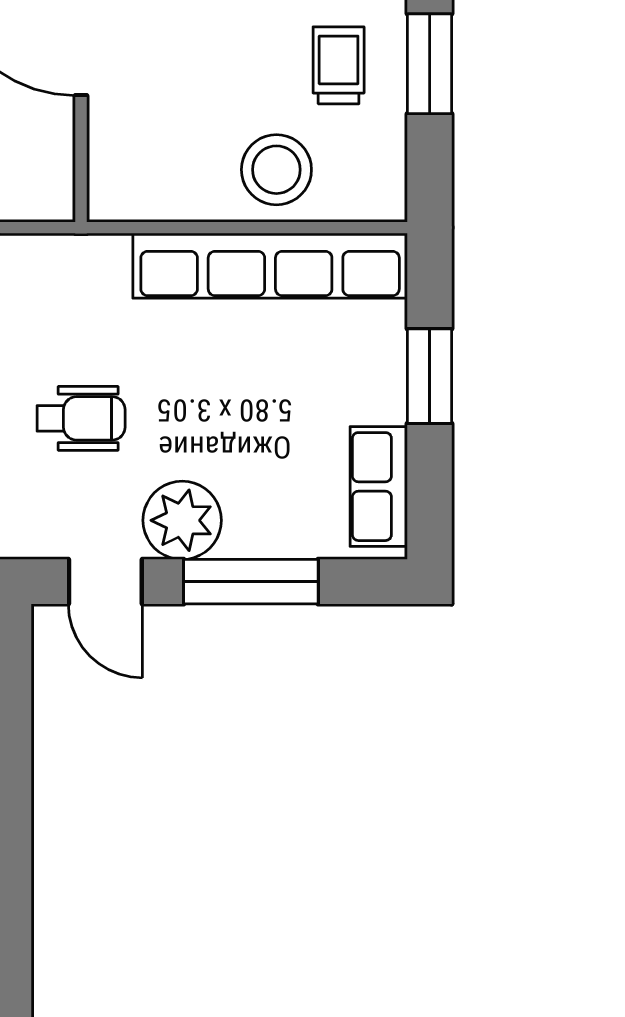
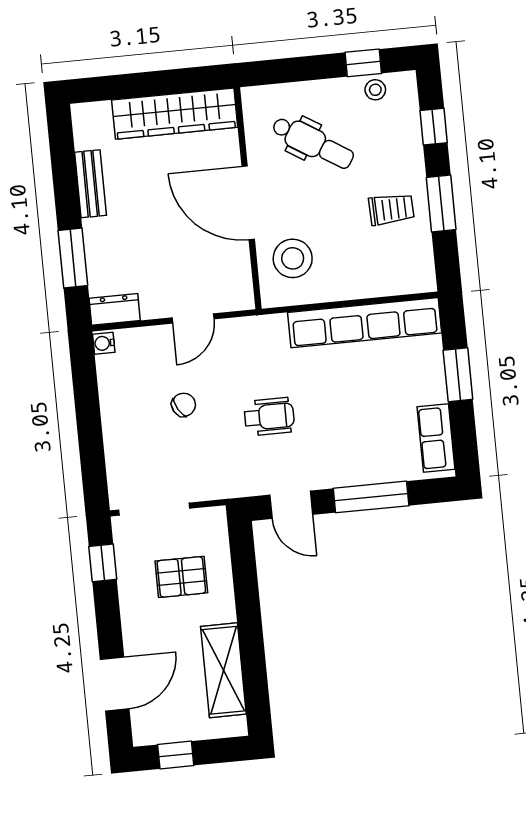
trolley: (339, 65) -> (391, 209), turned 88
stool: (276, 170) -> (293, 258), moved
plant: (182, 520) -> (330, 467), removed

